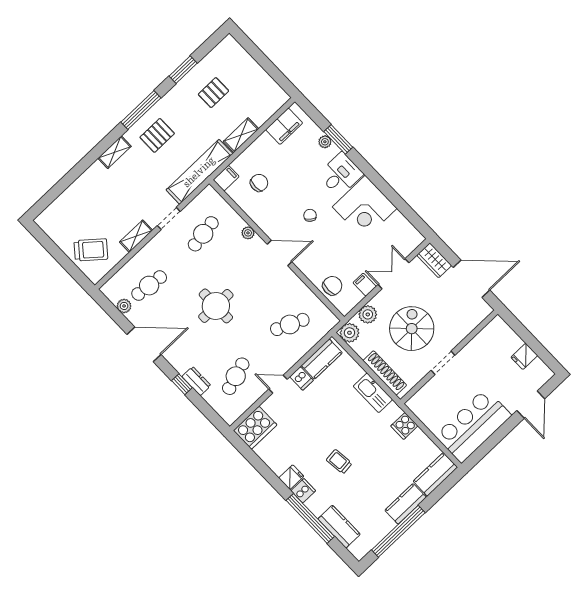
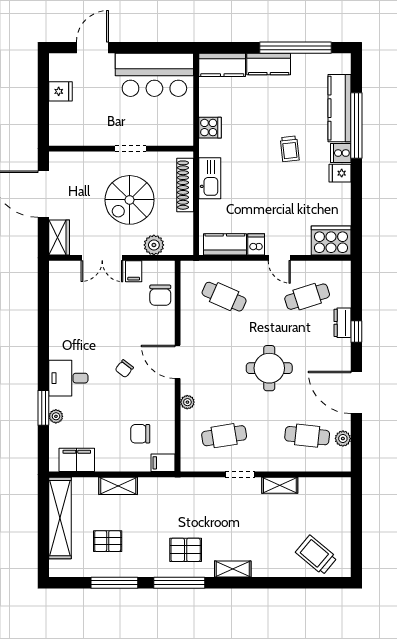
window: (183, 70) -> (114, 583), width x1.44
shelving: (199, 172) -> (60, 518), moved, turned 90
corner desk: (365, 208) -> (75, 333), removed
trolley: (91, 250) -> (316, 555), moved
chair: (332, 286) -> (160, 295), turned -90
plant: (349, 333) -> (183, 244), removed
kitchen counter: (339, 527) -> (339, 108), width x1.50

